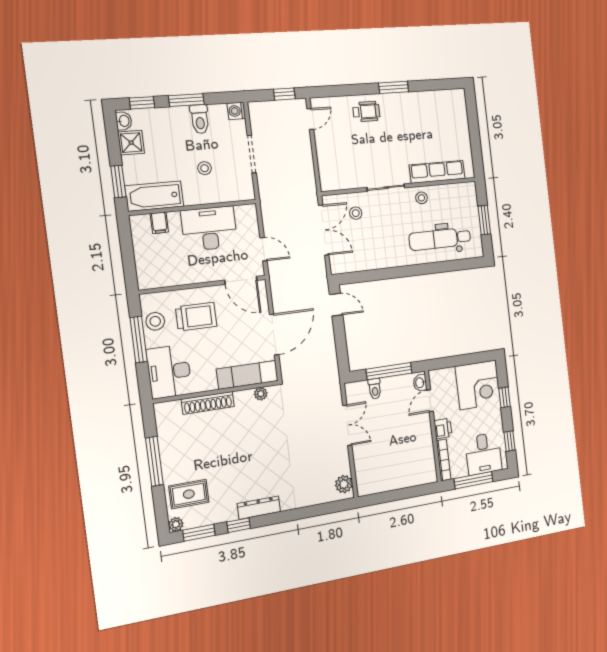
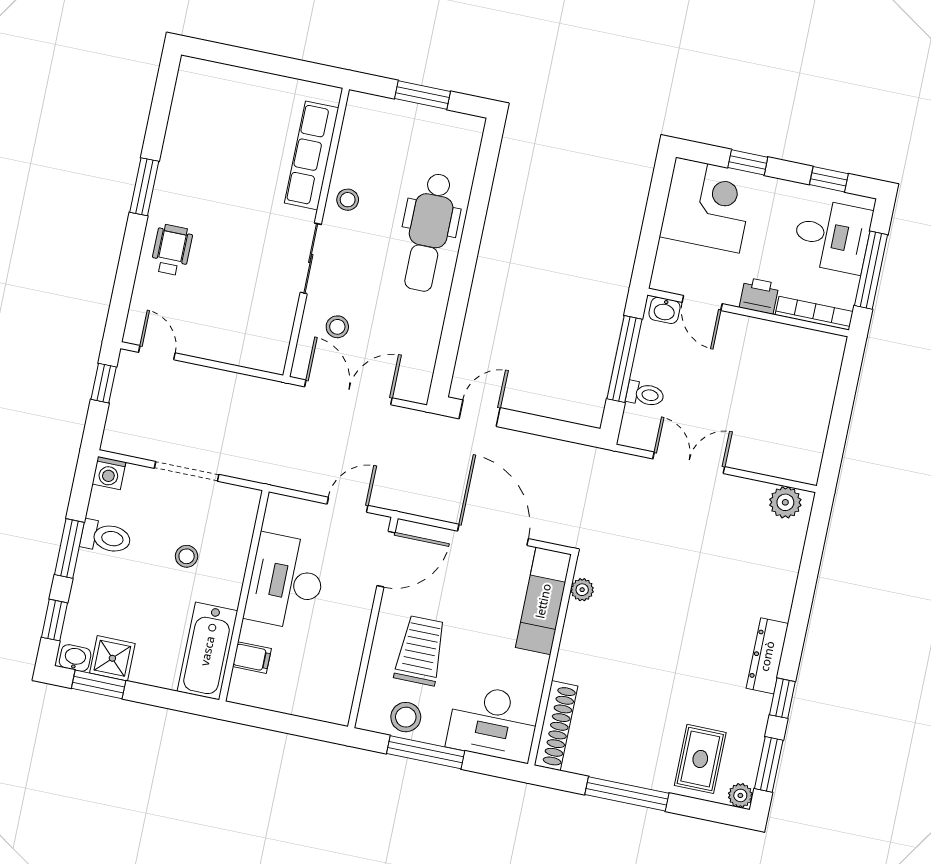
window: (118, 181) -> (99, 684), moved
dental chair: (440, 239) -> (429, 232), moved
shoe rack: (208, 403) -> (556, 726), moved

